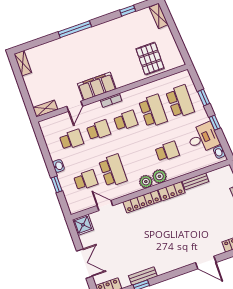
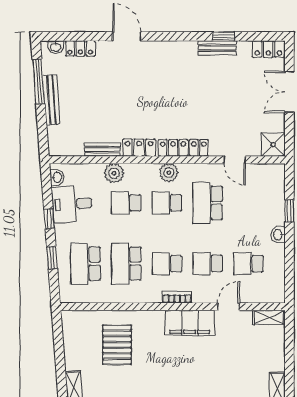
pallet: (150, 59) -> (117, 345), moved
plant: (159, 176) -> (114, 173), moved
school desk: (86, 180) -> (167, 203), moved

